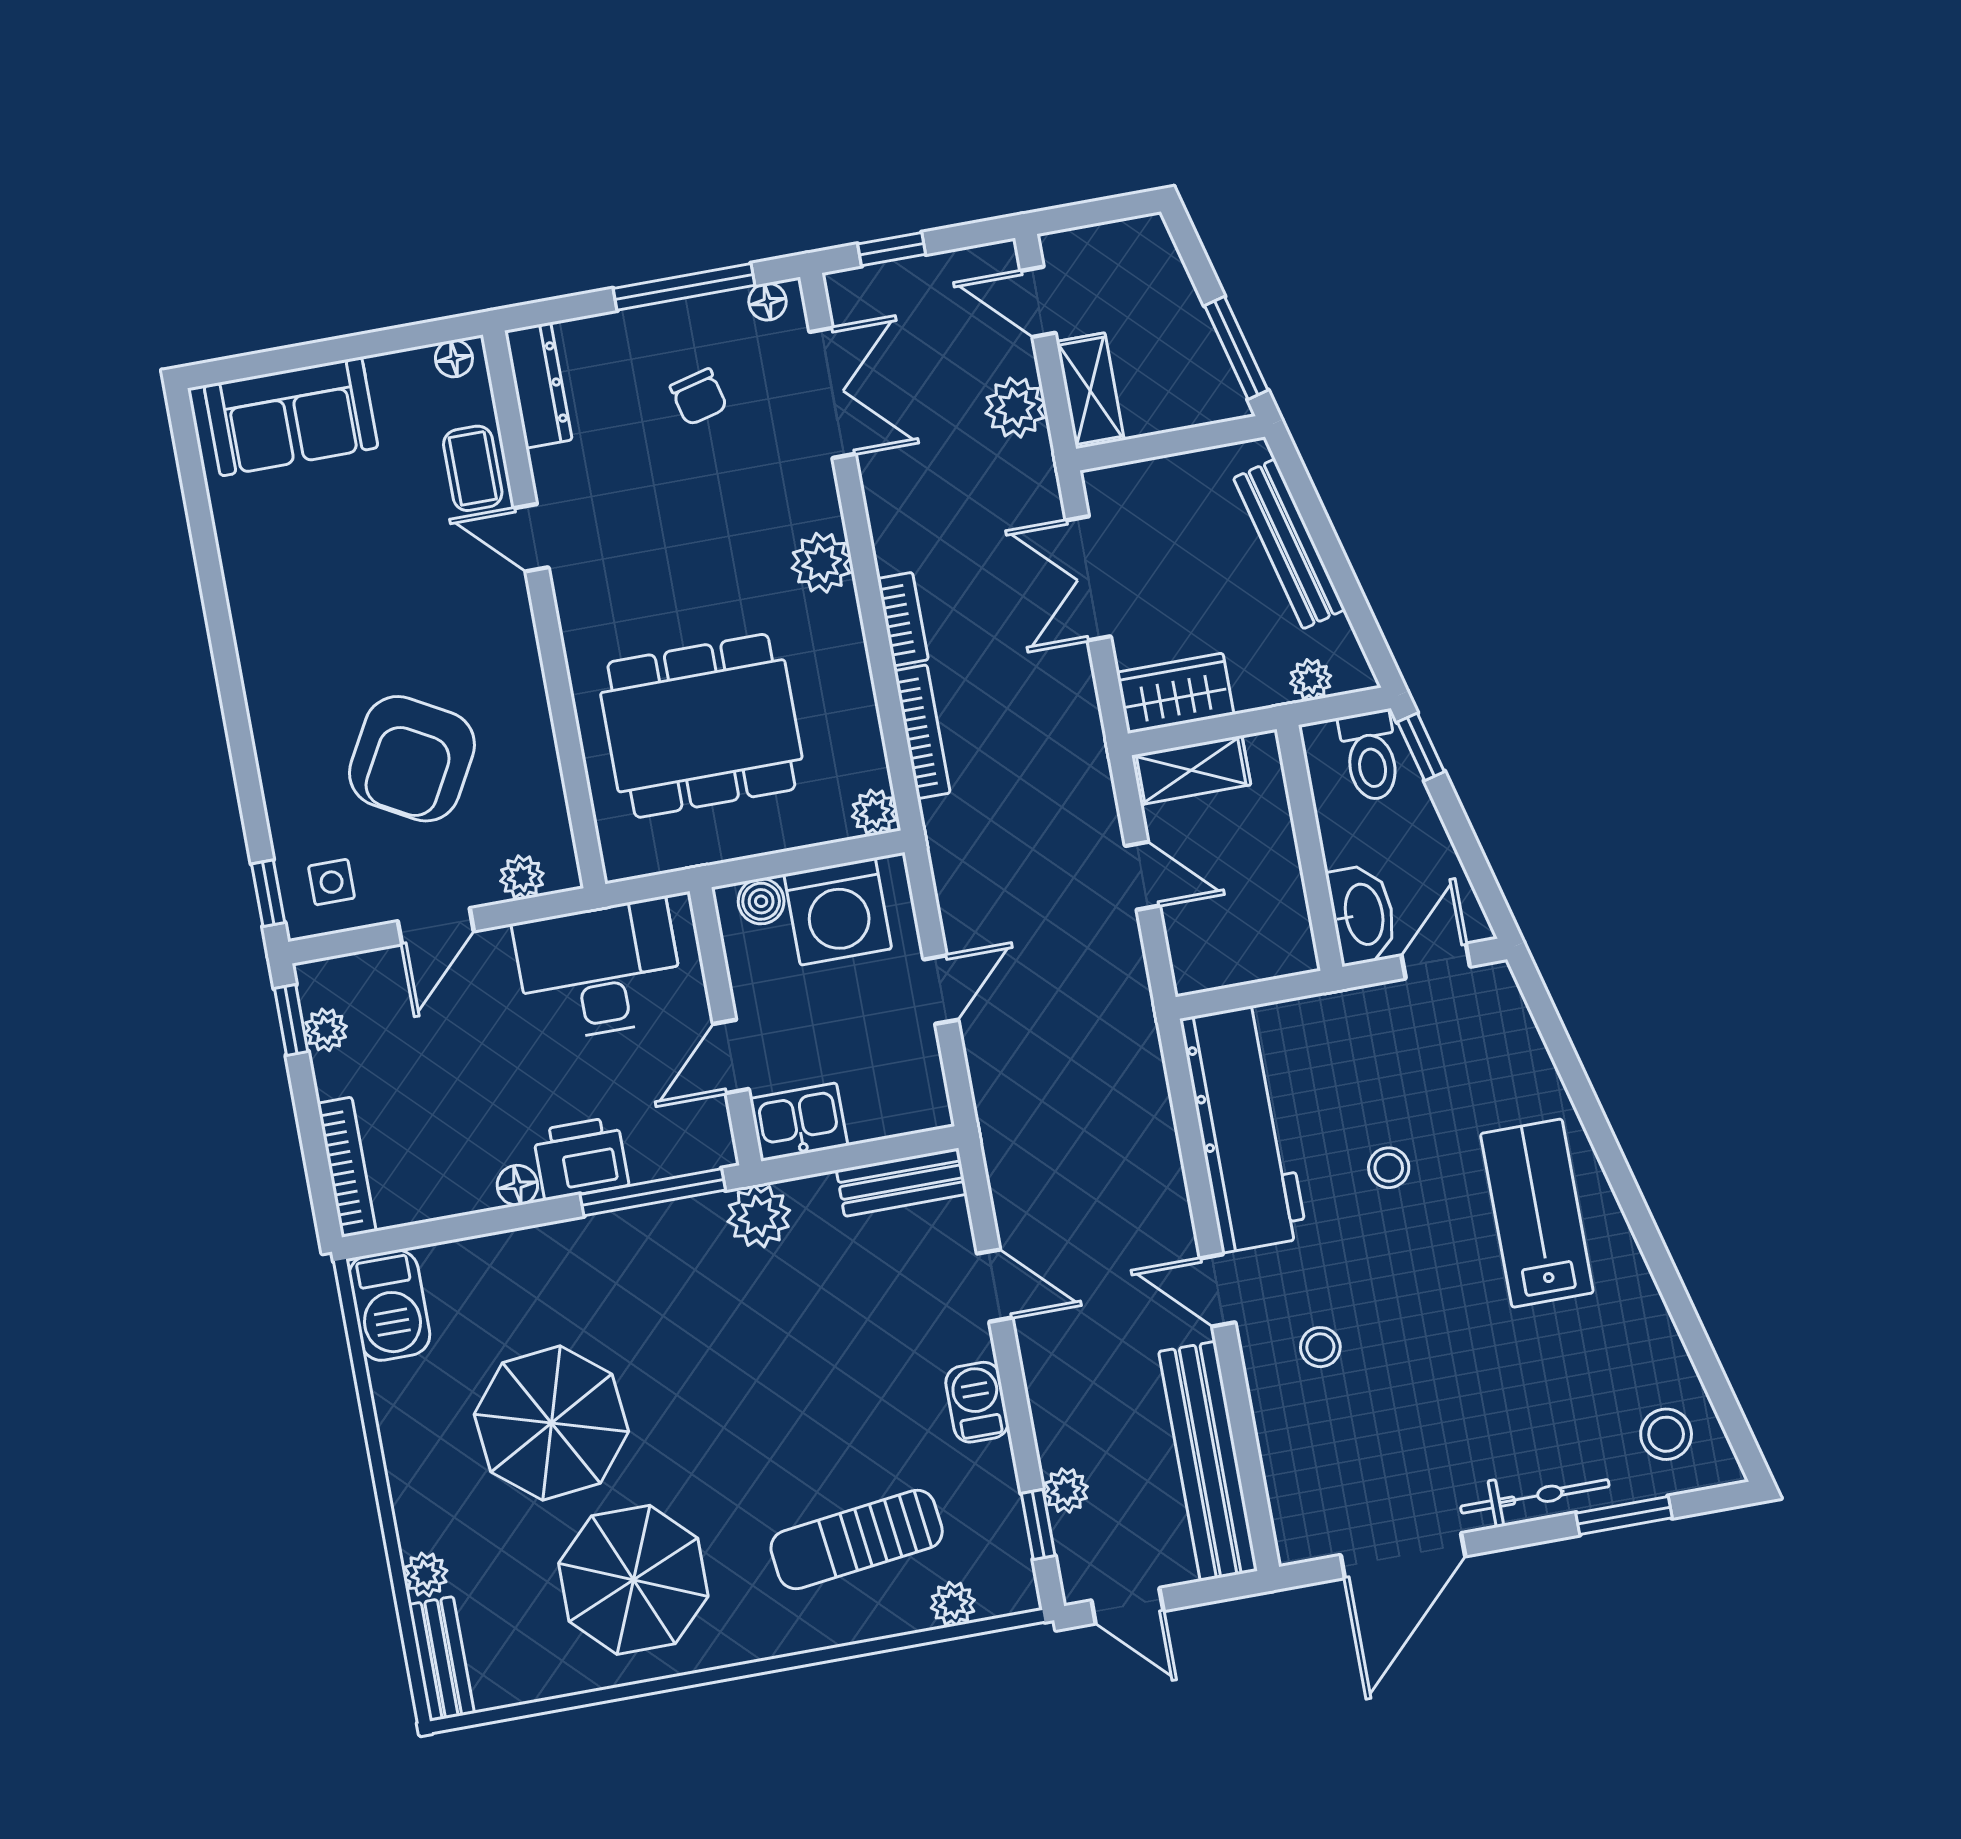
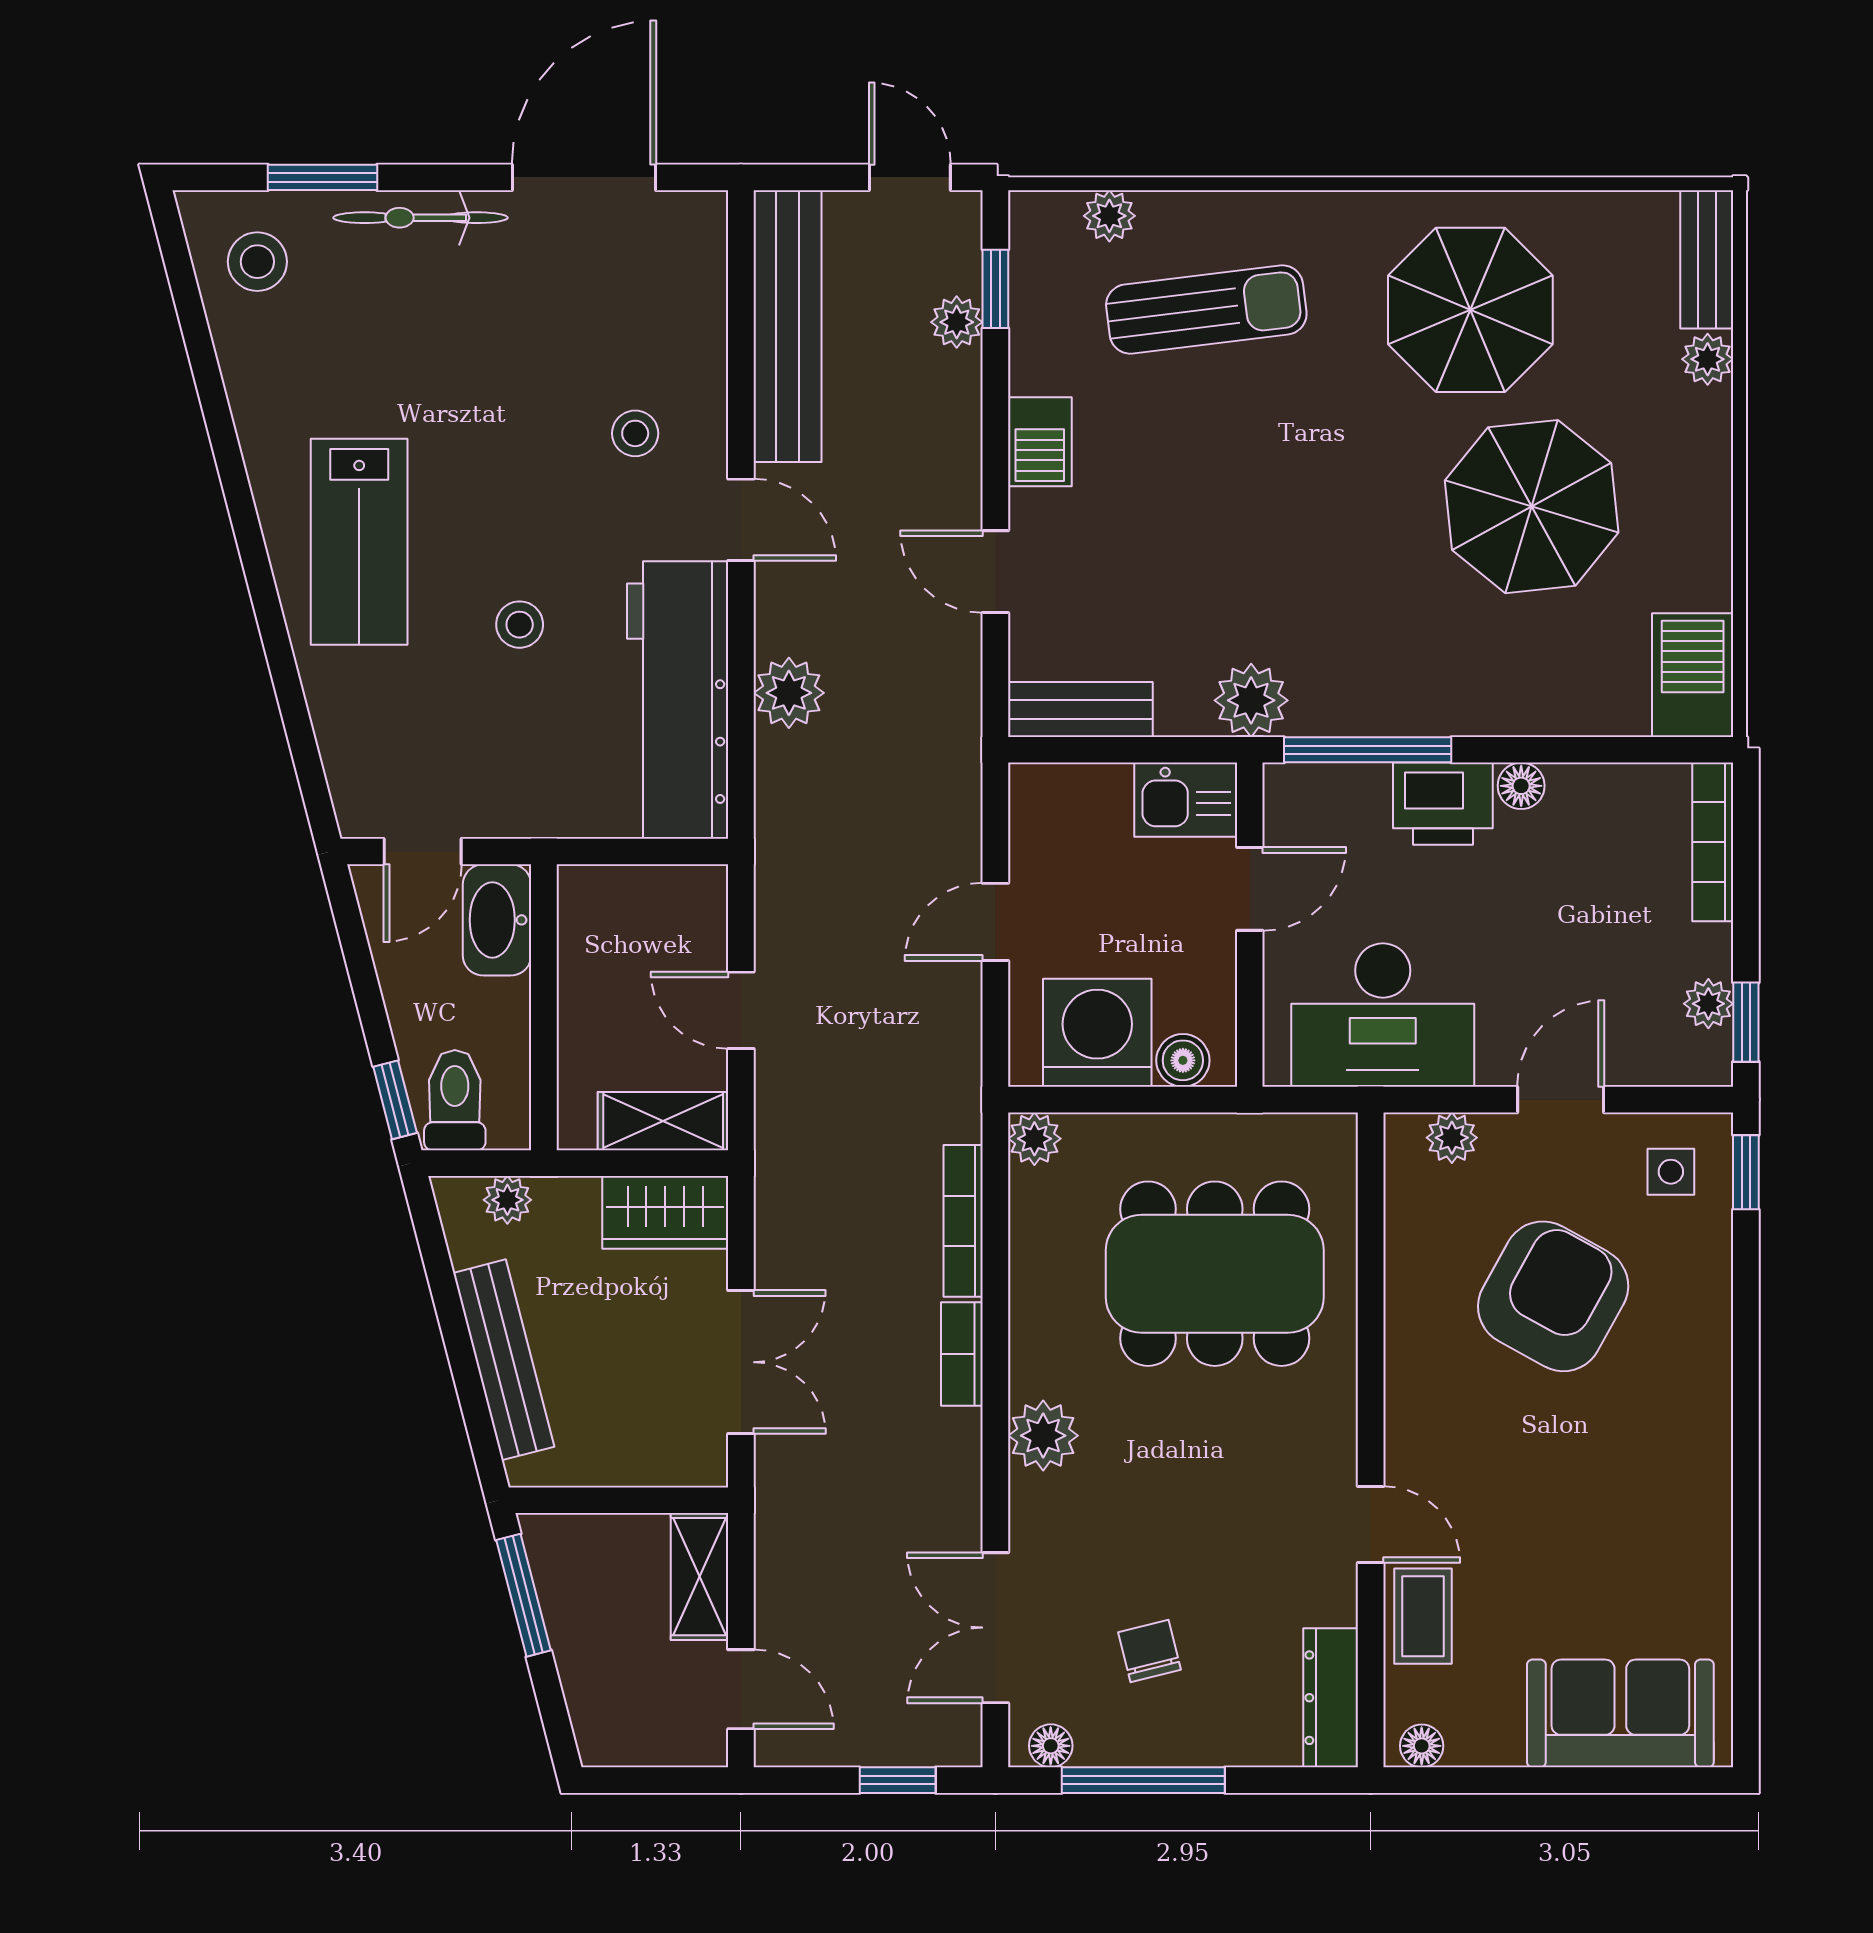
plant: (1015, 408) -> (789, 693), moved

